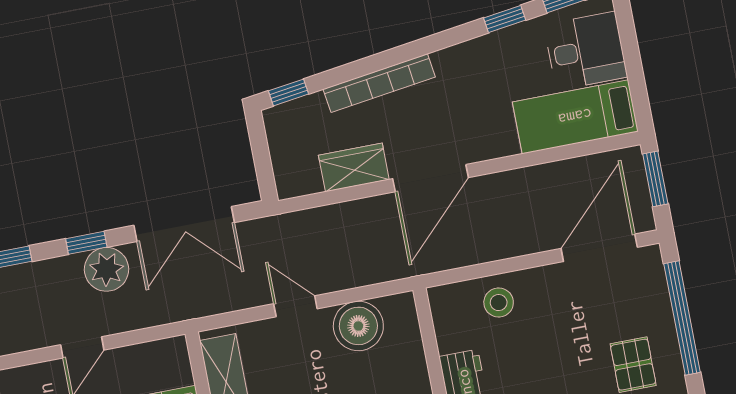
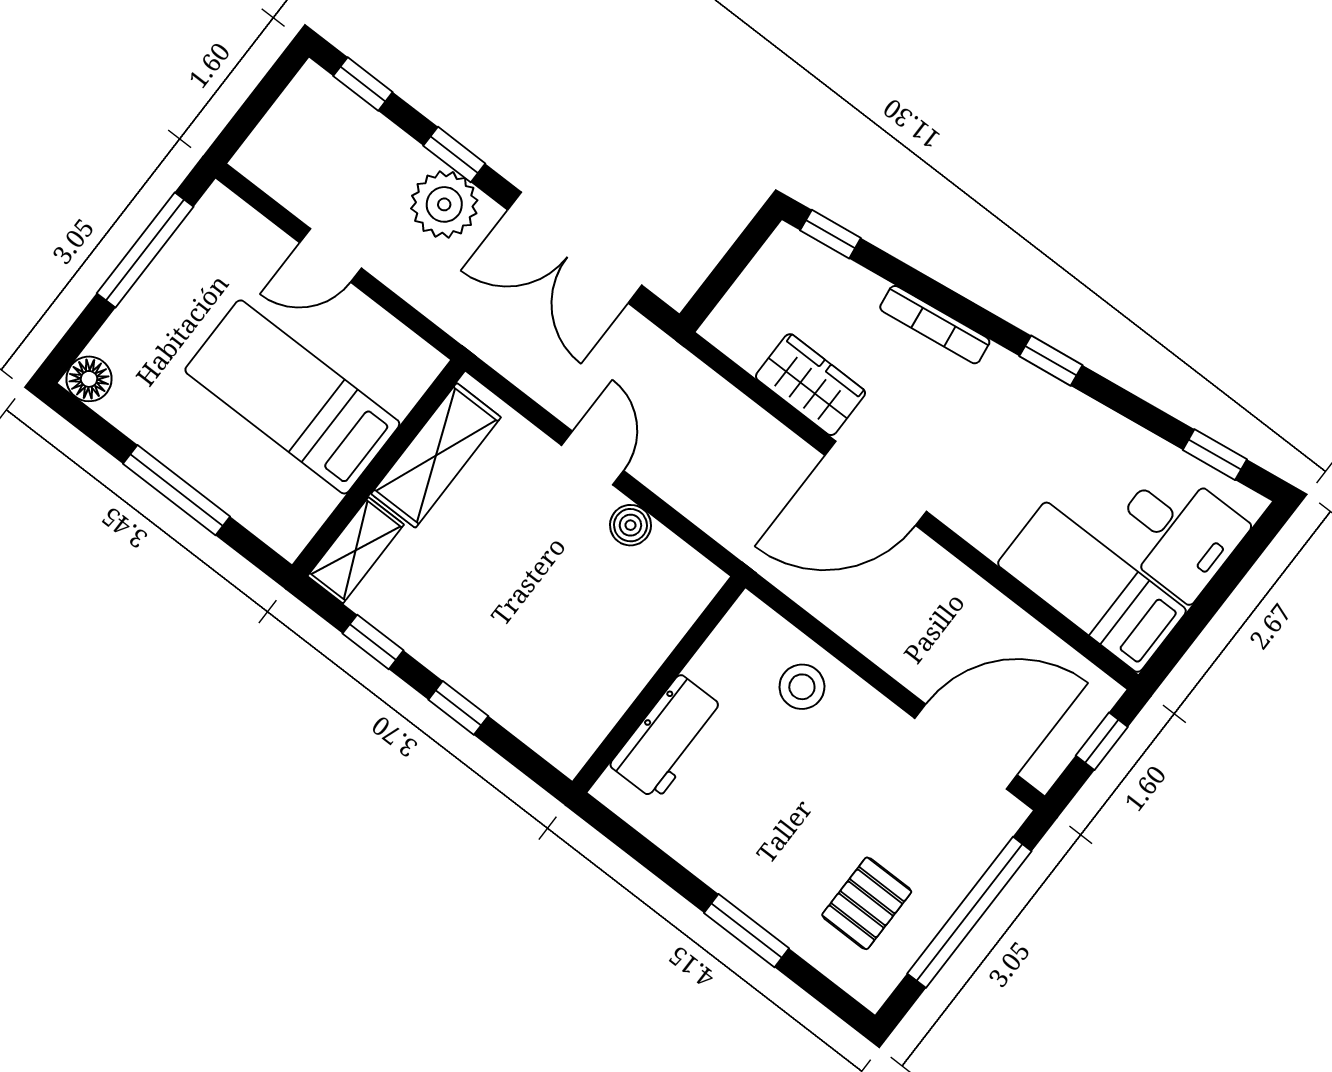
window: (505, 19) -> (1051, 361), moved
bookcase: (379, 83) -> (935, 325), width x0.68, depth x0.76
window: (655, 179) -> (1102, 741), width x0.67
boiler: (358, 326) -> (630, 525), width x0.54, depth x0.54

